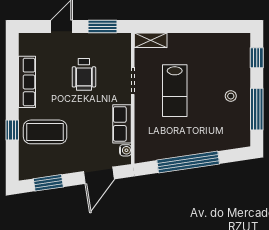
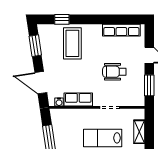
shelving: (151, 40) -> (139, 132), moved
row of seats: (27, 82) -> (121, 30), moved
window: (12, 130) -> (62, 19), moved

